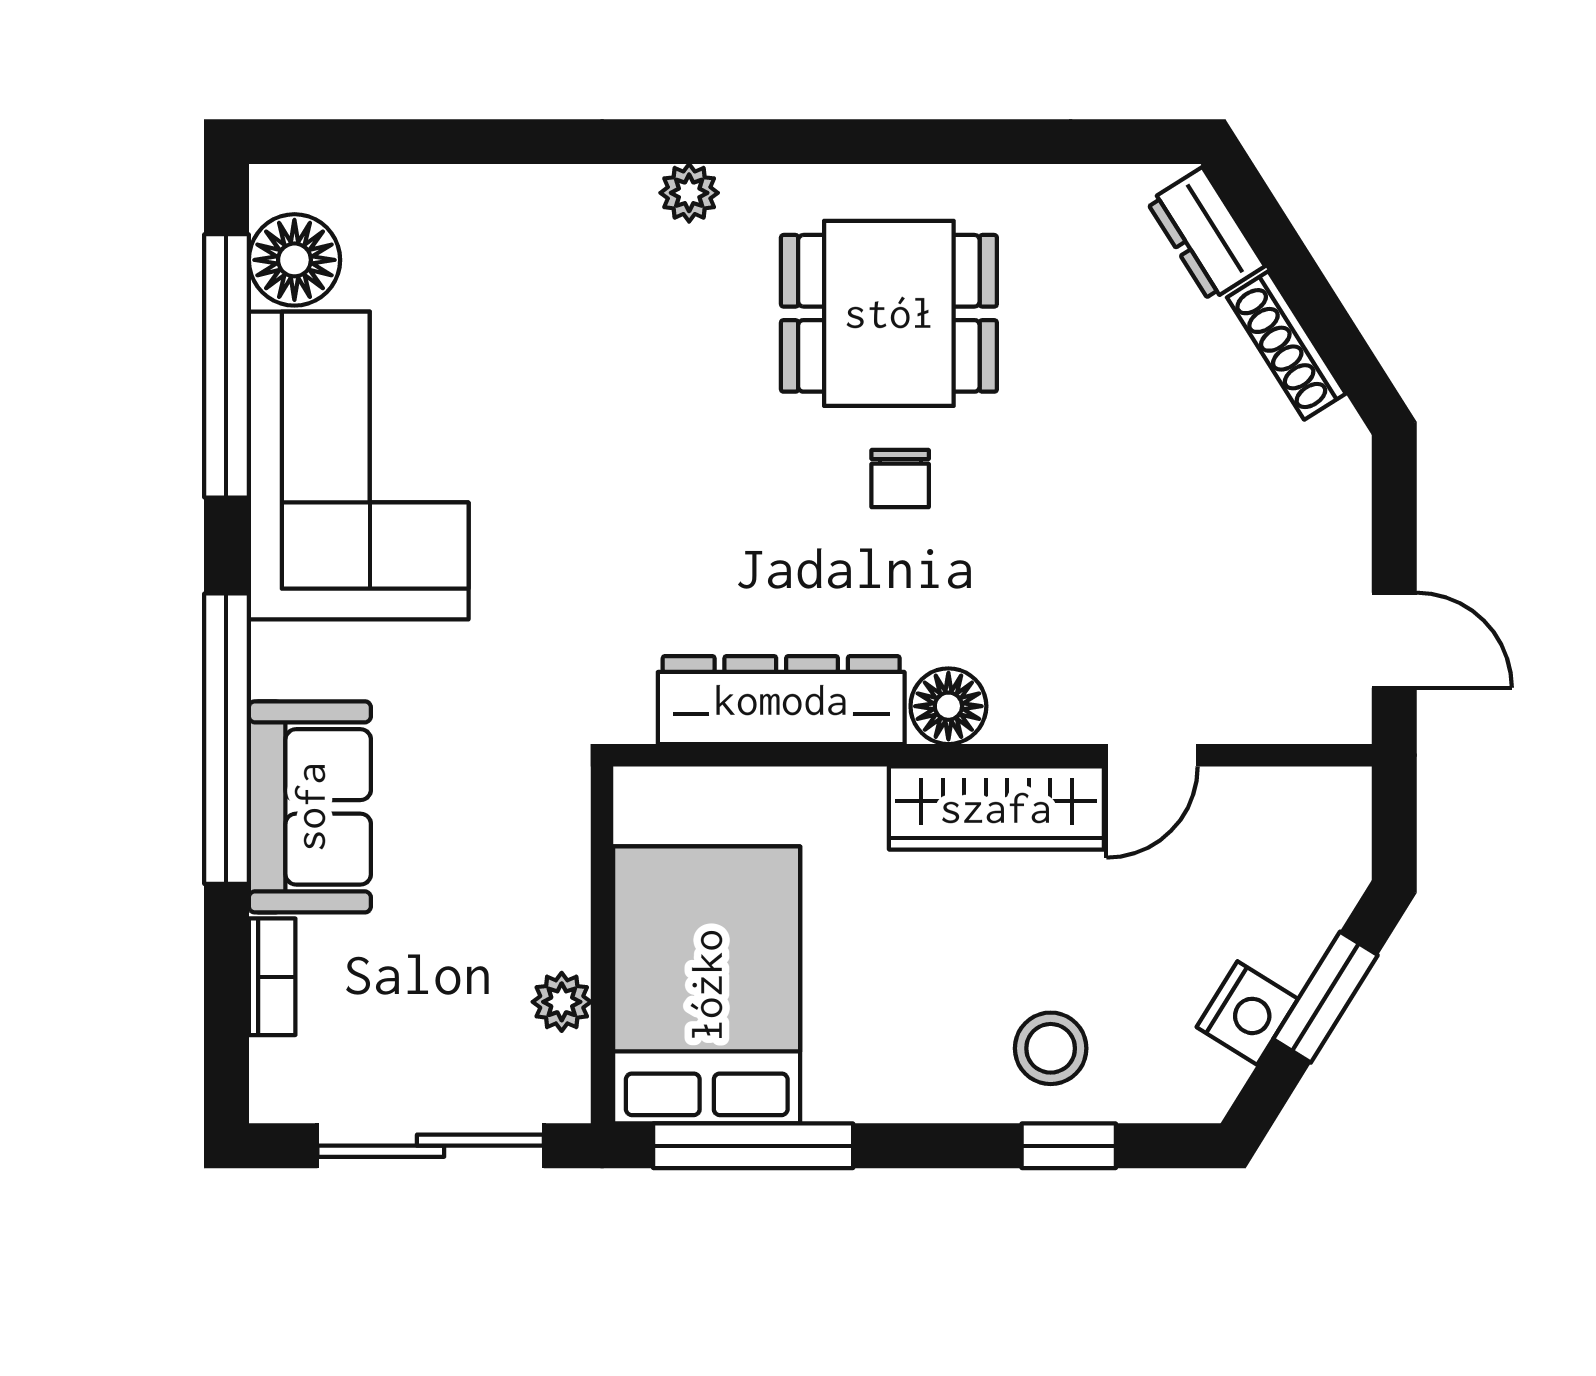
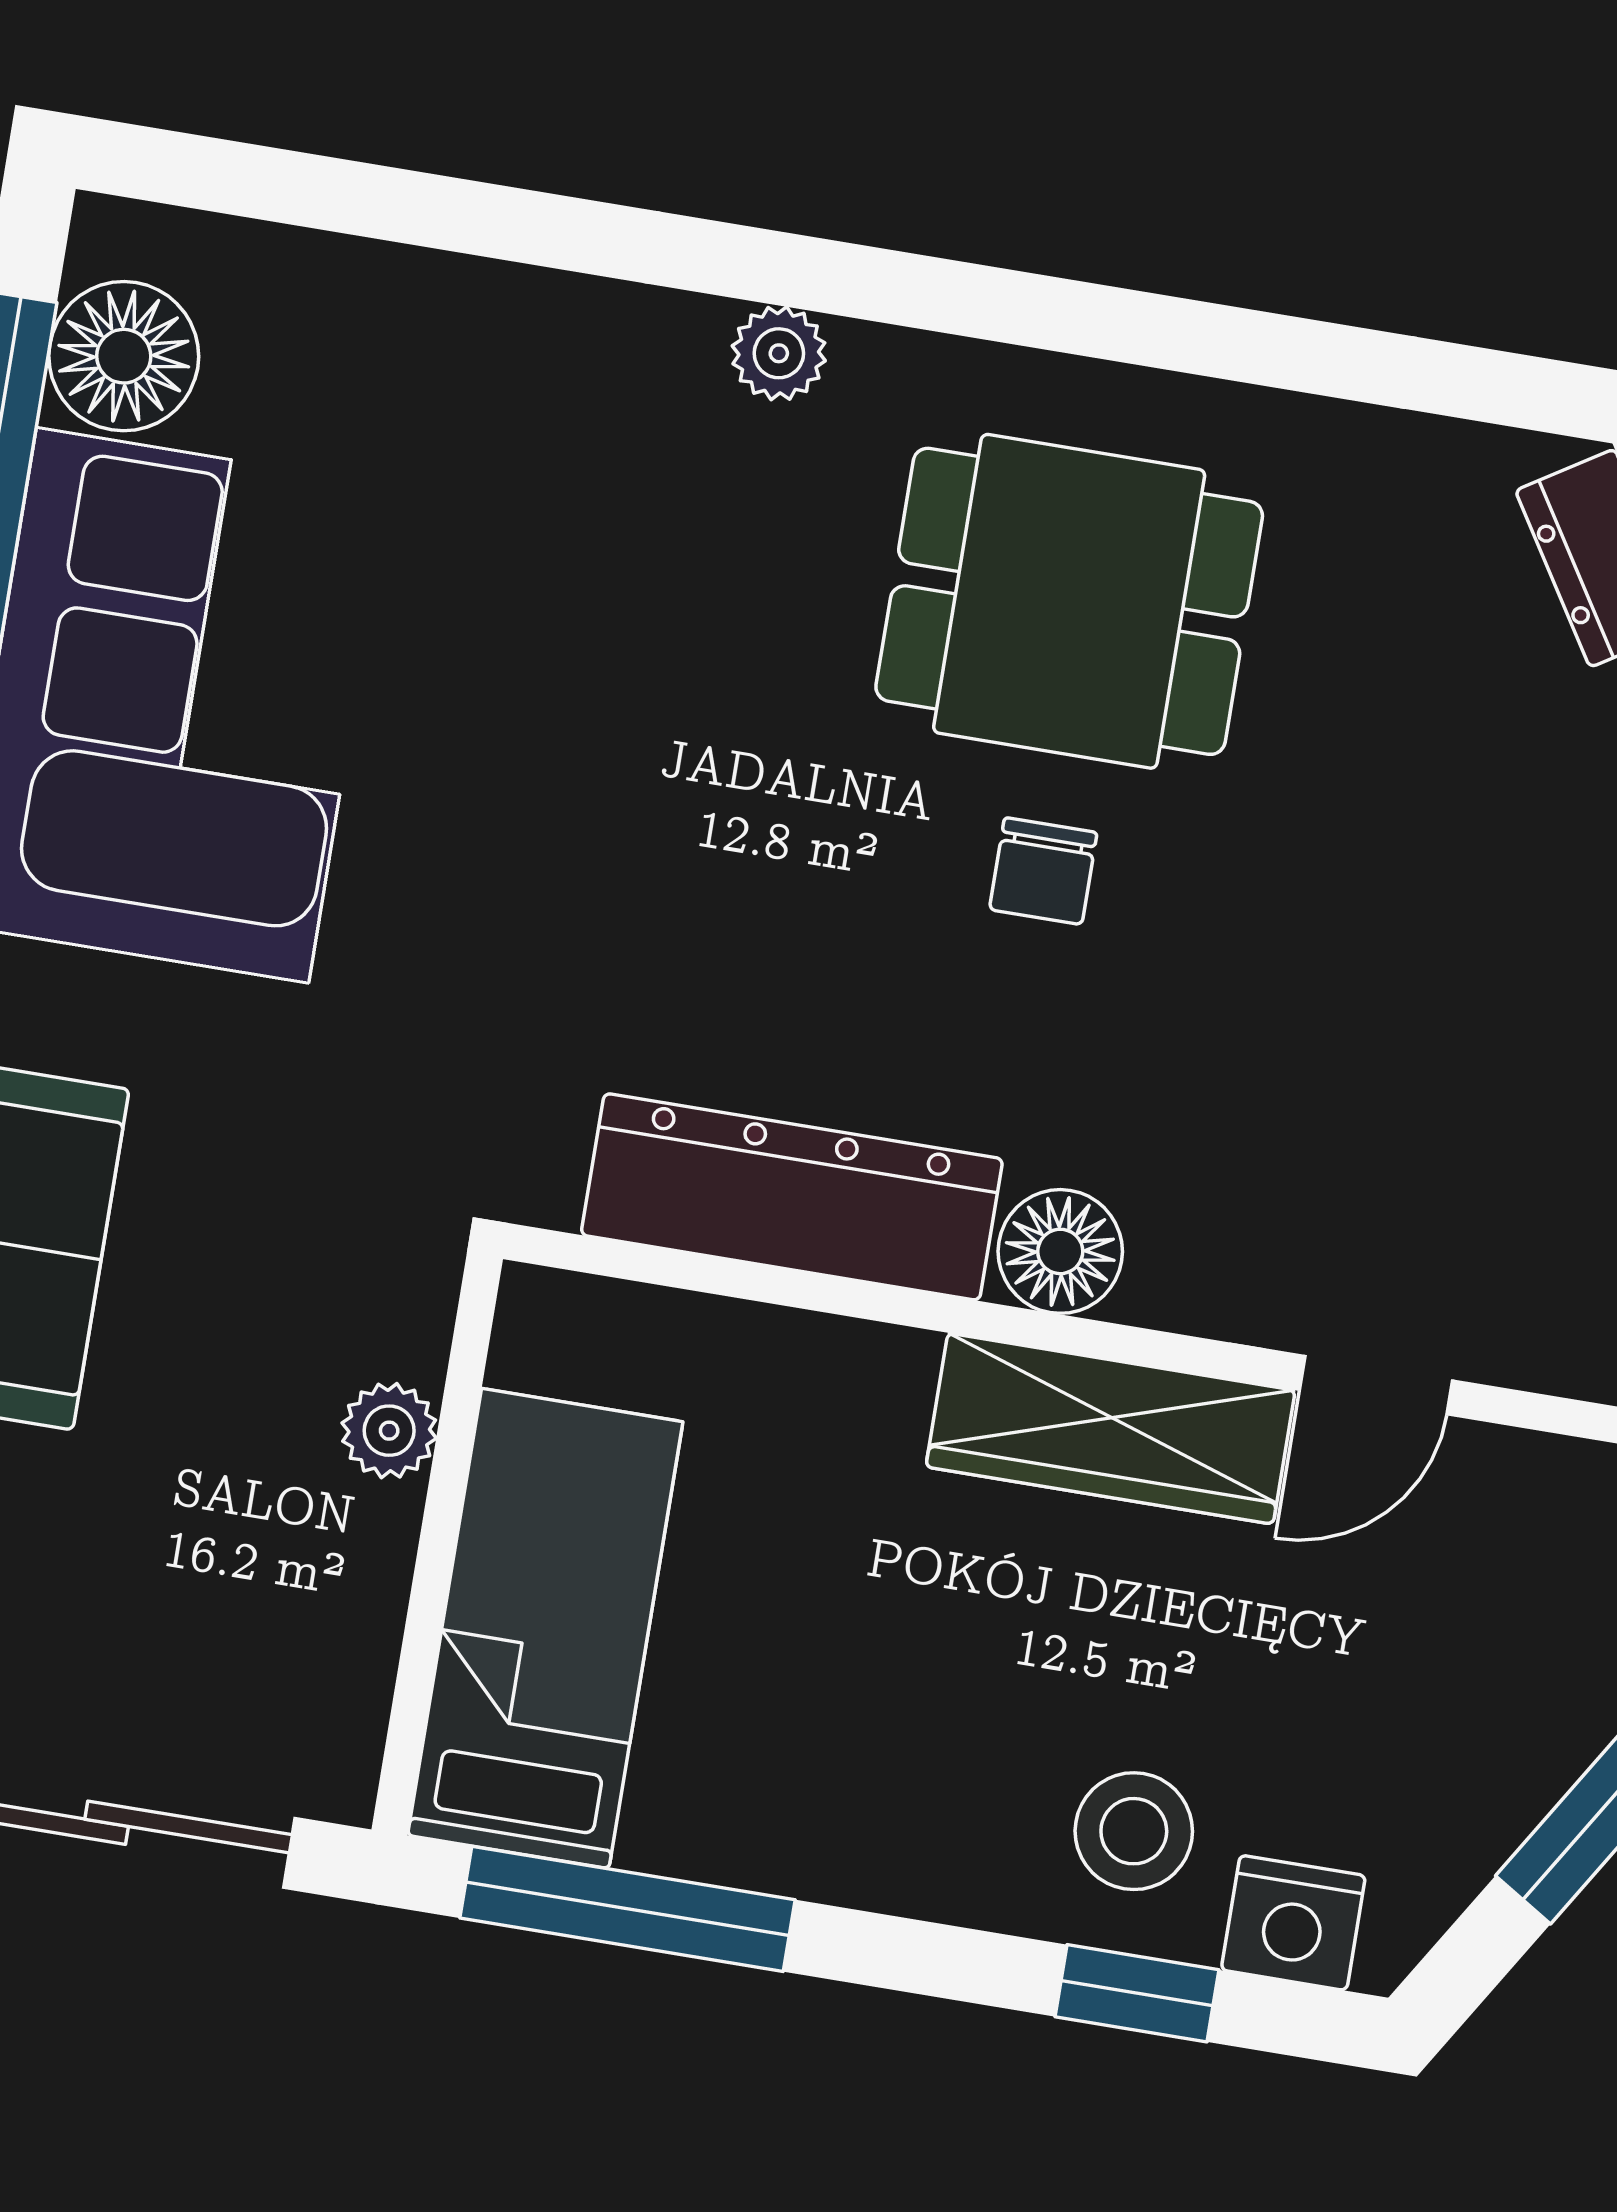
bed: (707, 985) -> (545, 1628), width x0.67
plant: (562, 1002) -> (389, 1431), moved
nightstand: (1247, 1013) -> (1293, 1923), moved, turned 58

